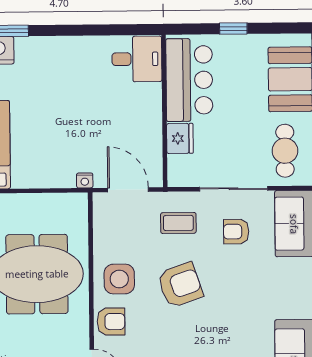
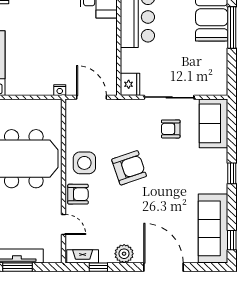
fridge: (180, 138) -> (130, 84), moved
cafe table: (285, 151) -> (207, 70), removed
coffee table: (178, 223) -> (128, 122), removed

